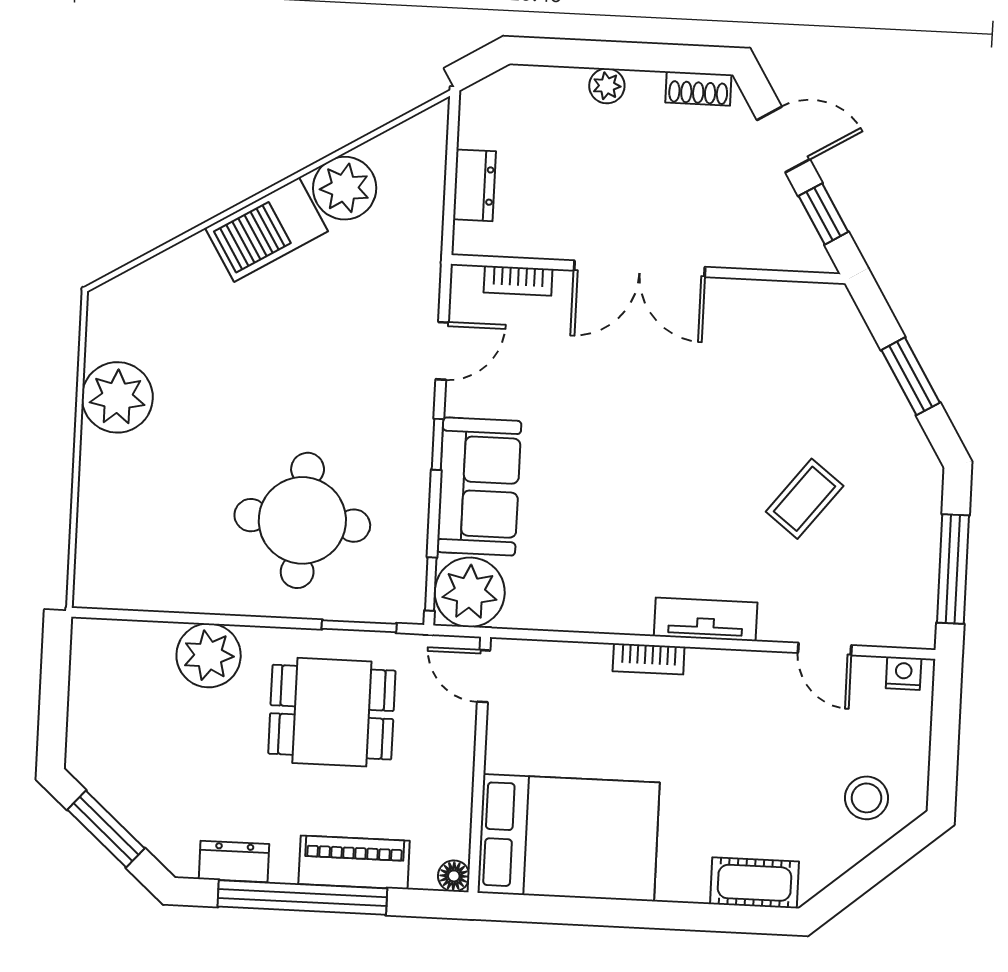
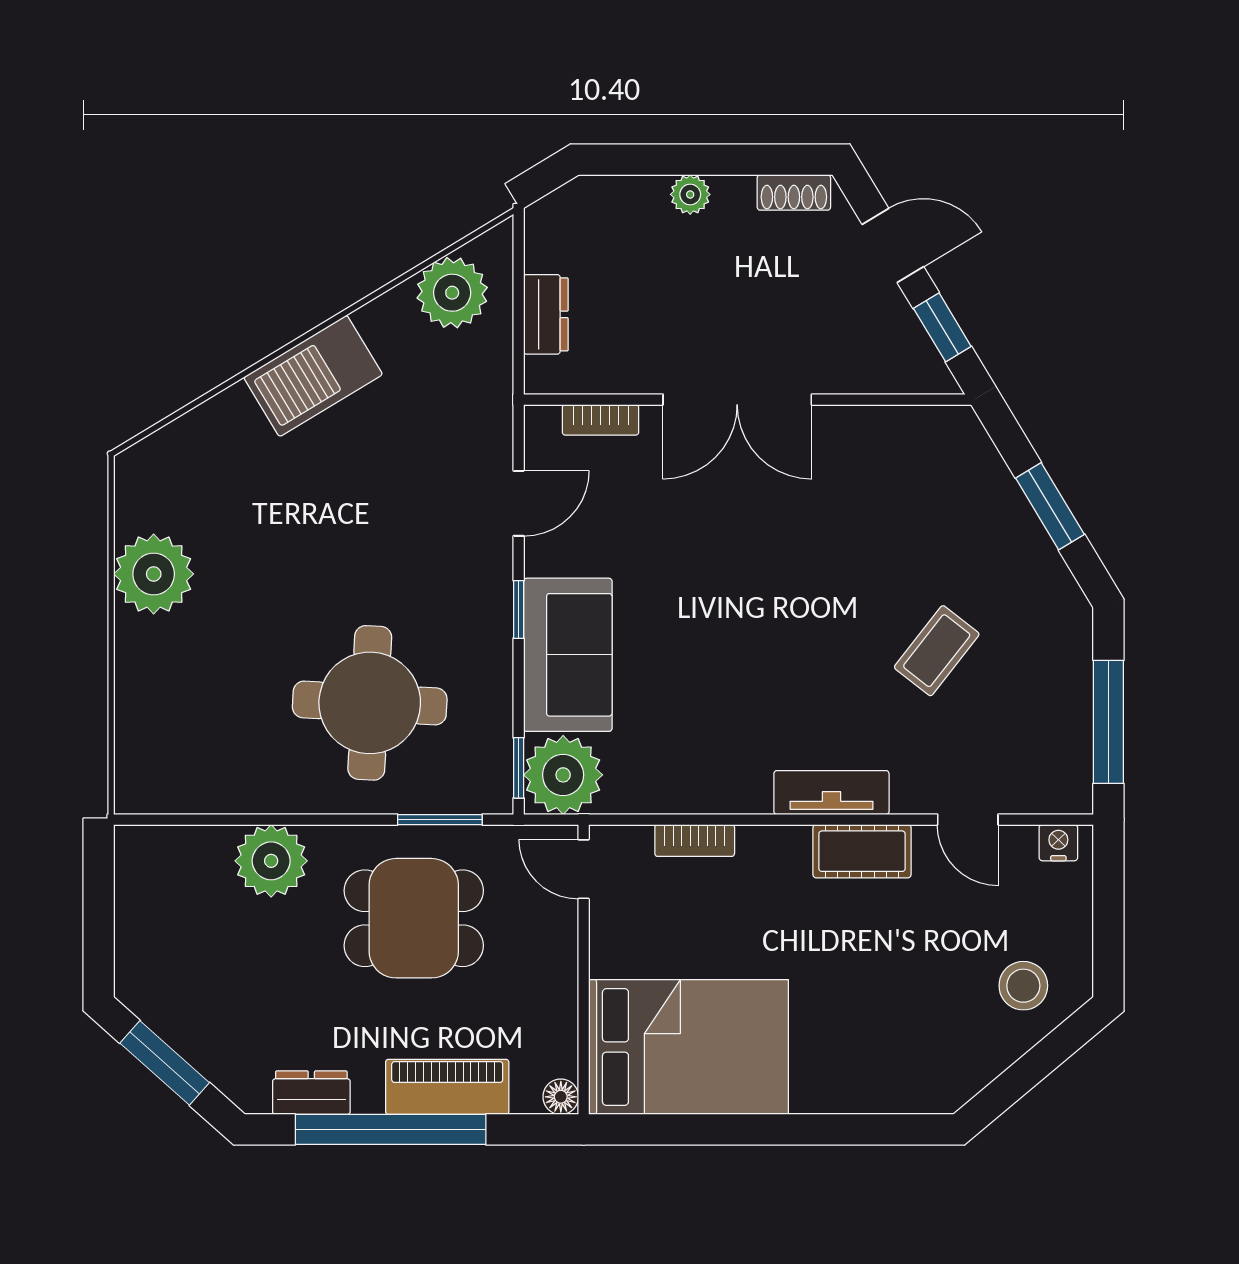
plant: (345, 188) -> (452, 293), moved
bookcase: (649, 659) -> (695, 840), moved
cot: (755, 883) -> (862, 851), moved

